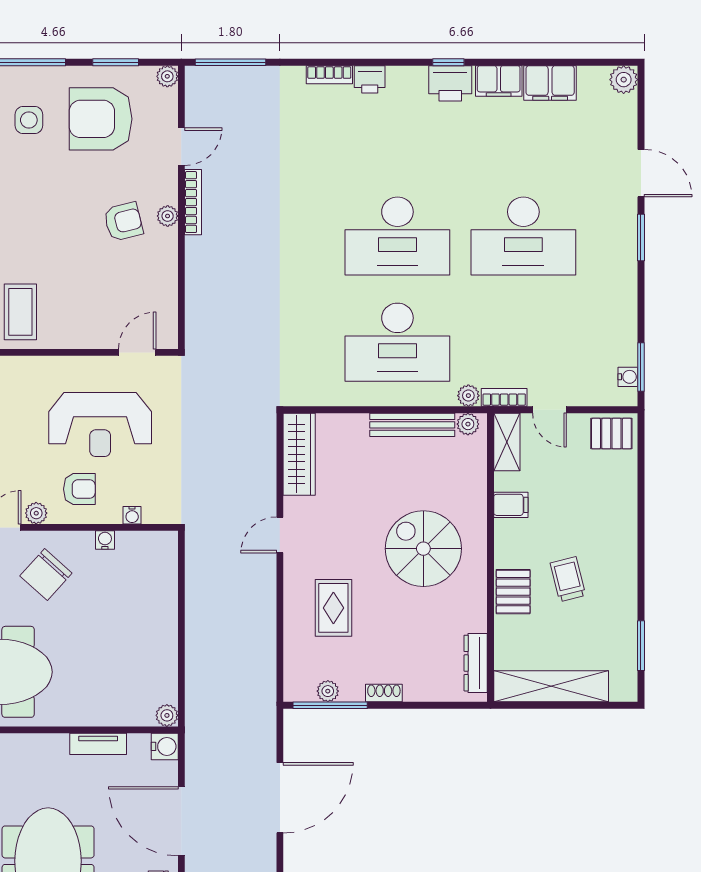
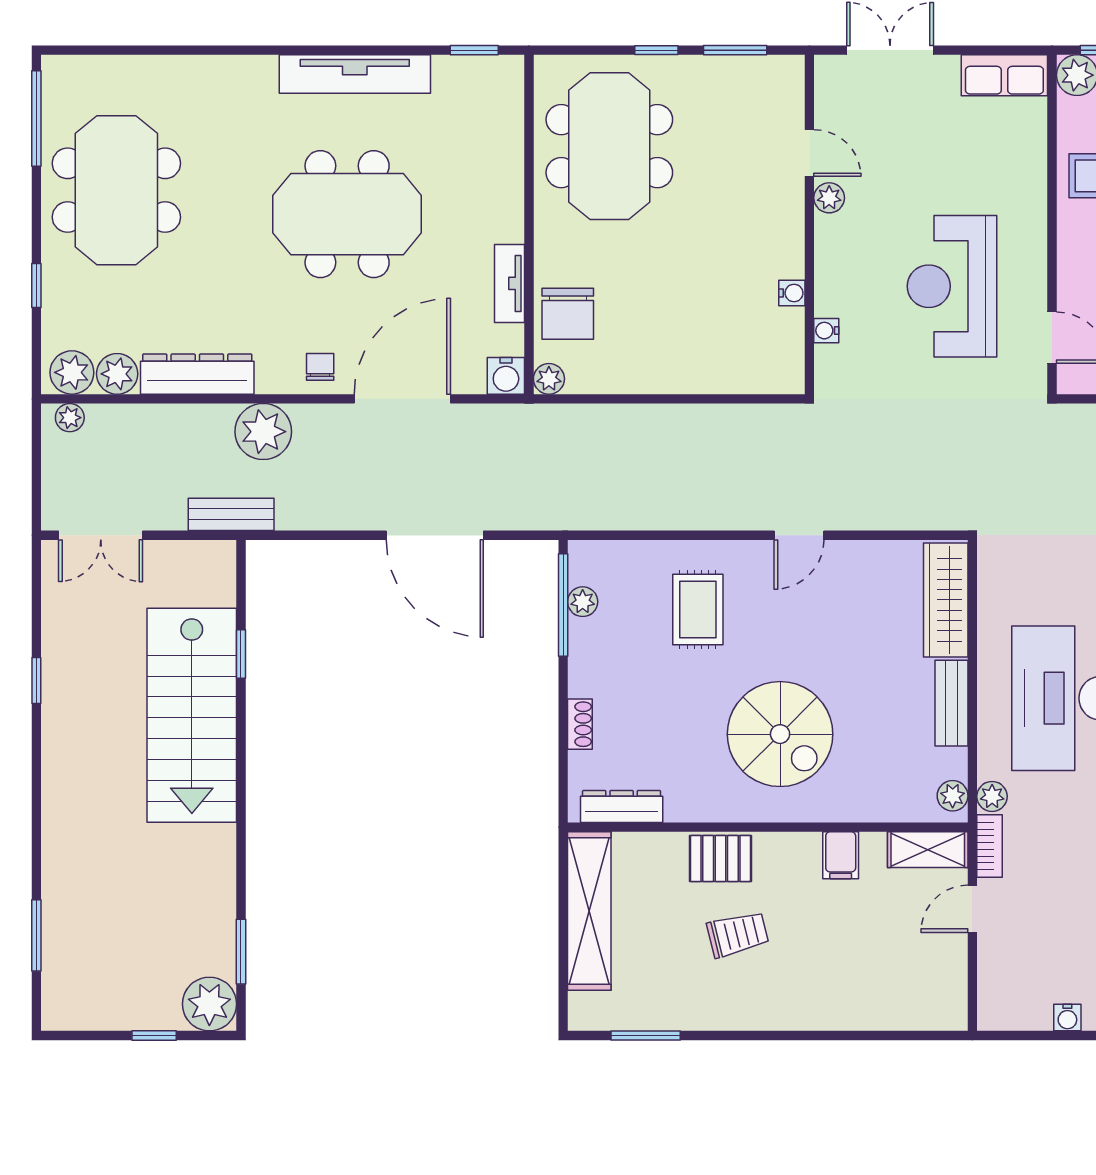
window: (641, 367) -> (1032, 1036), removed
water cooler: (628, 377) -> (1067, 1017), moved
bench: (412, 425) -> (951, 703), width x0.73
pallet: (611, 434) -> (939, 995), removed
wardrobe: (299, 454) -> (946, 600), moved, turned 90
armchair: (79, 489) -> (863, 257), removed
door: (280, 535) -> (799, 535), swing flipped
spiral stairs: (423, 549) -> (780, 734), turned 90
chair: (46, 575) -> (568, 314), moved, turned -132
rug: (333, 608) -> (698, 609), turned 90
shoe rack: (384, 693) -> (580, 724), moved

